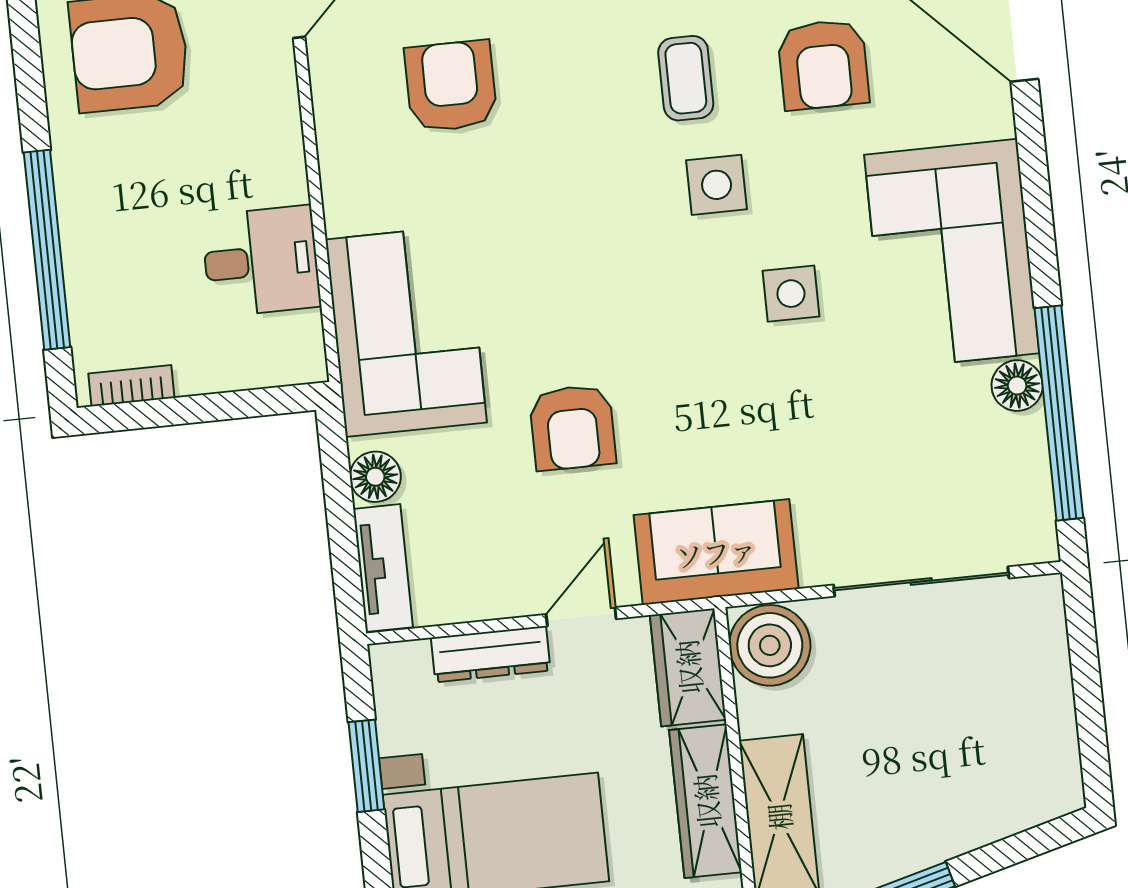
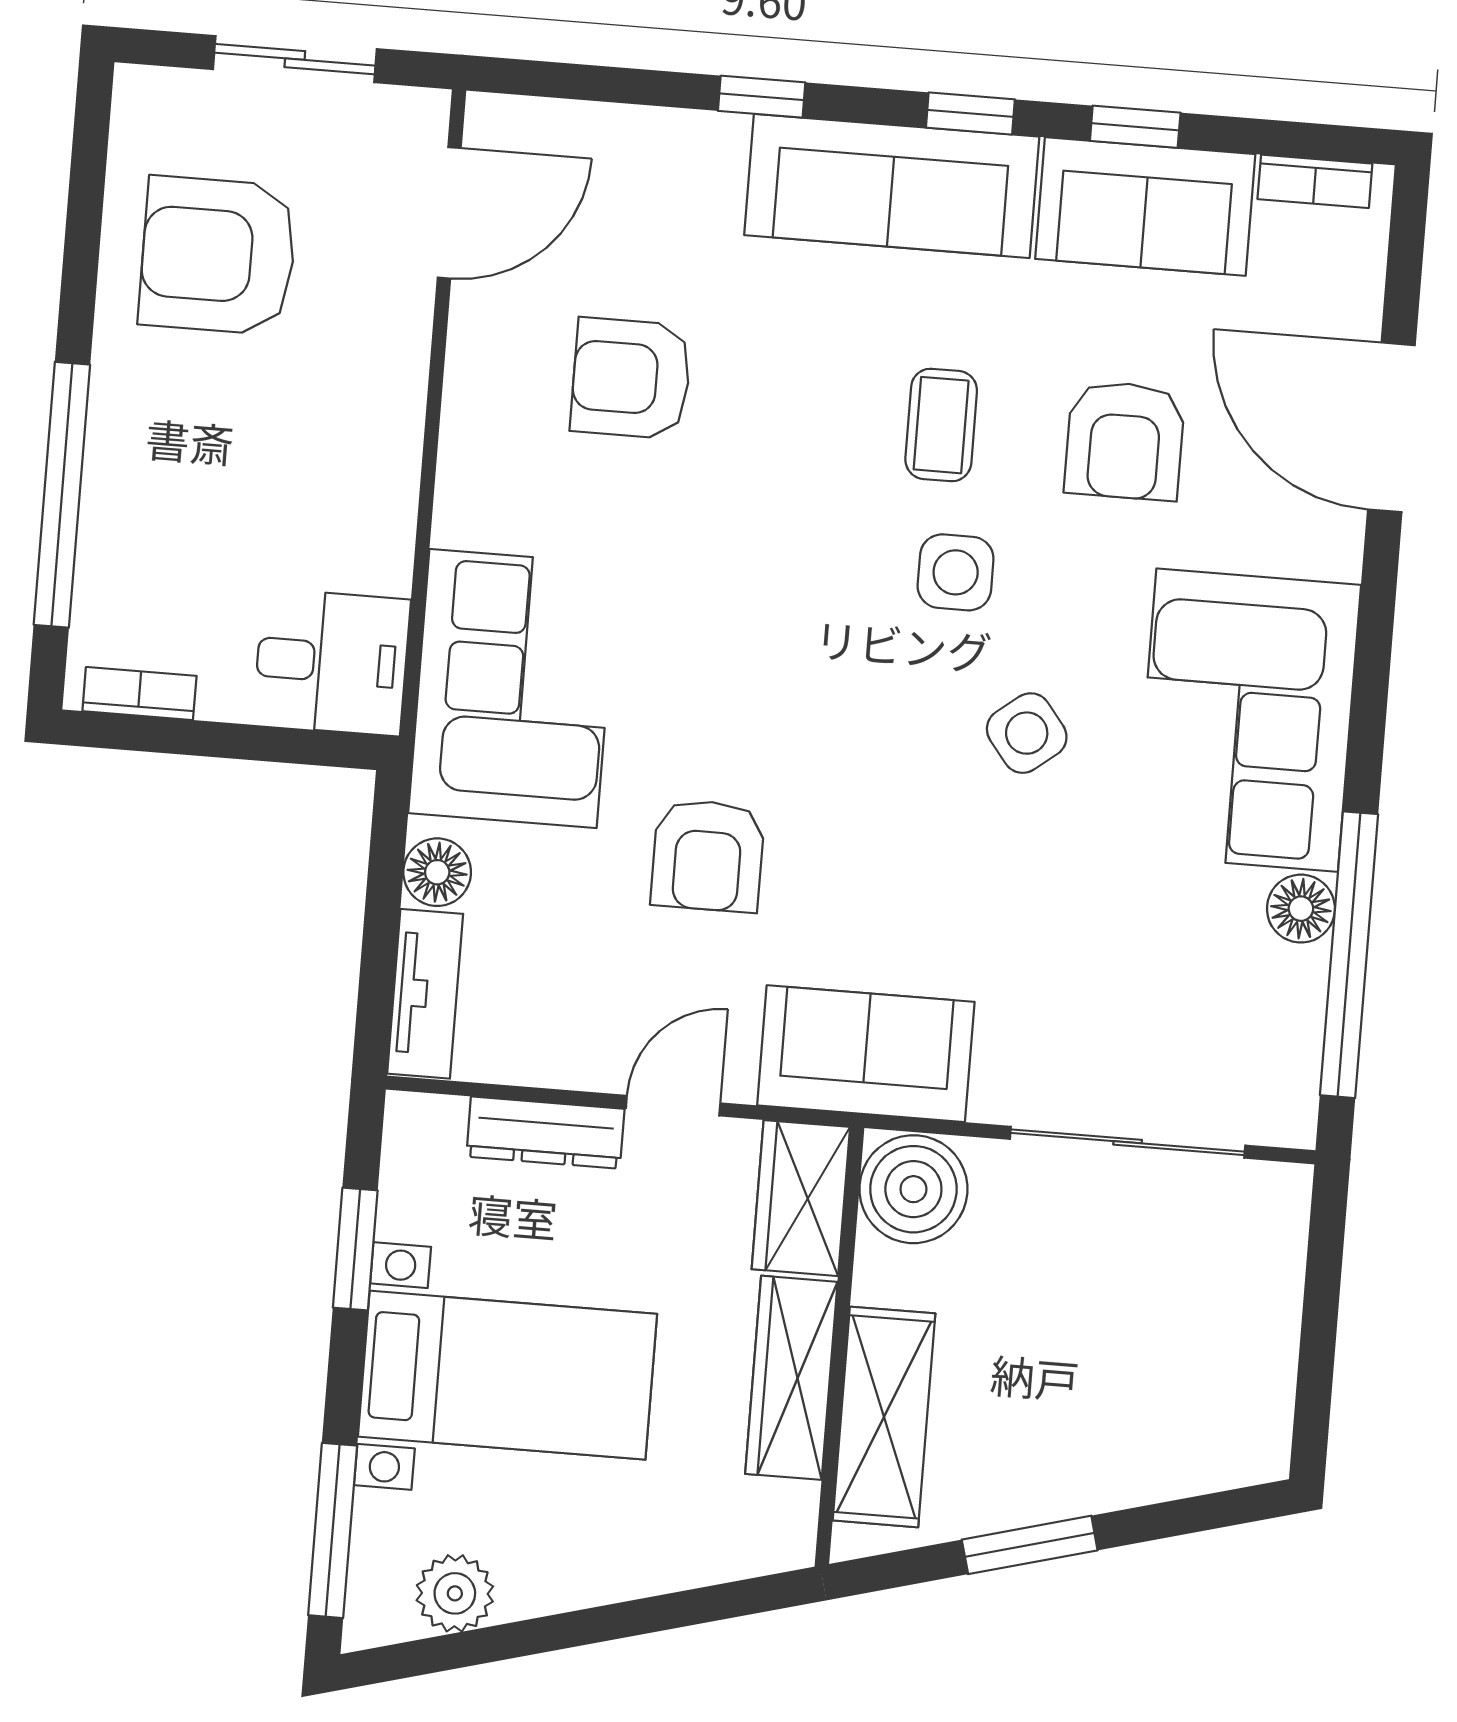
armchair: (451, 86) -> (631, 378), turned -90
desk: (261, 261) -> (332, 662), moved
side table: (791, 294) -> (1027, 733), turned -38

